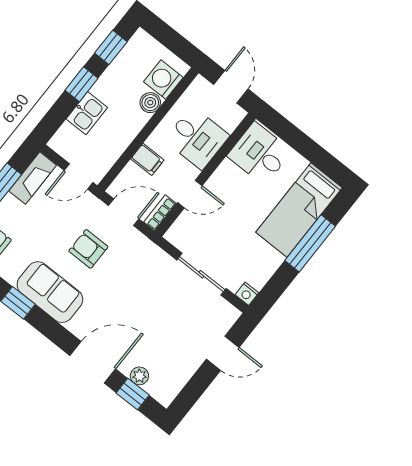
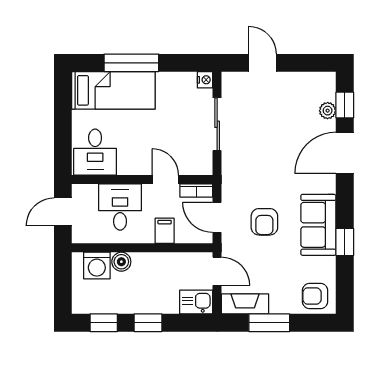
kitchen sink: (87, 113) -> (196, 302), moved
door: (93, 362) -> (345, 153), hinge flipped

